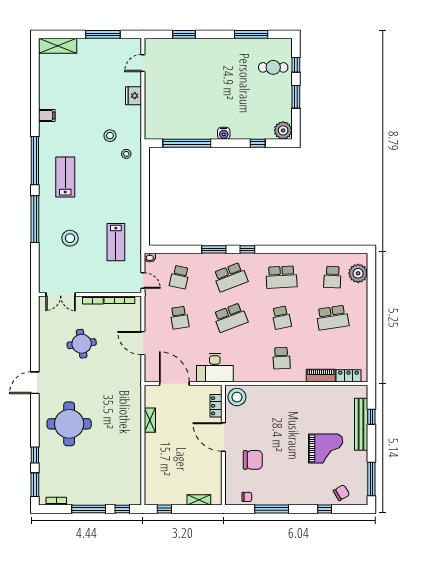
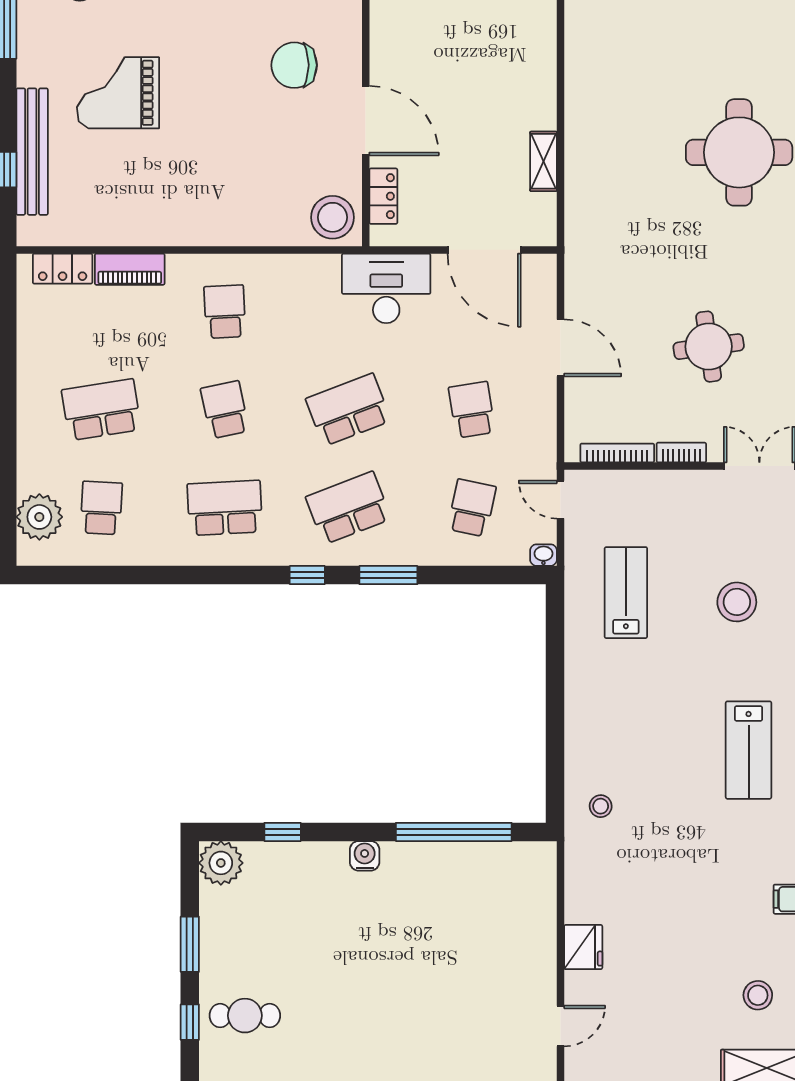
stool: (110, 136) -> (758, 995), moved

